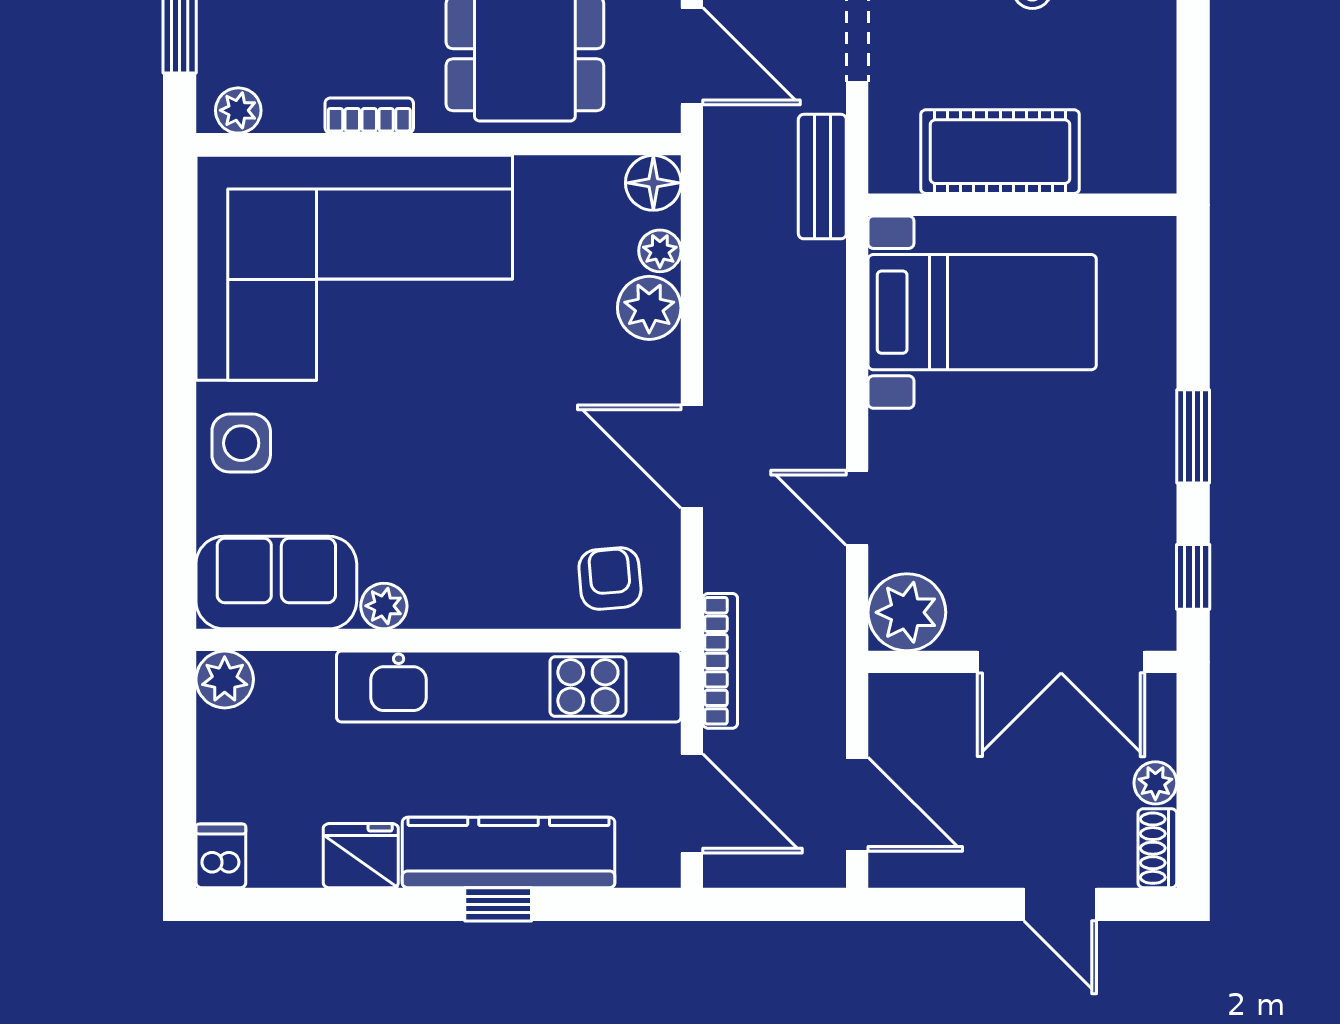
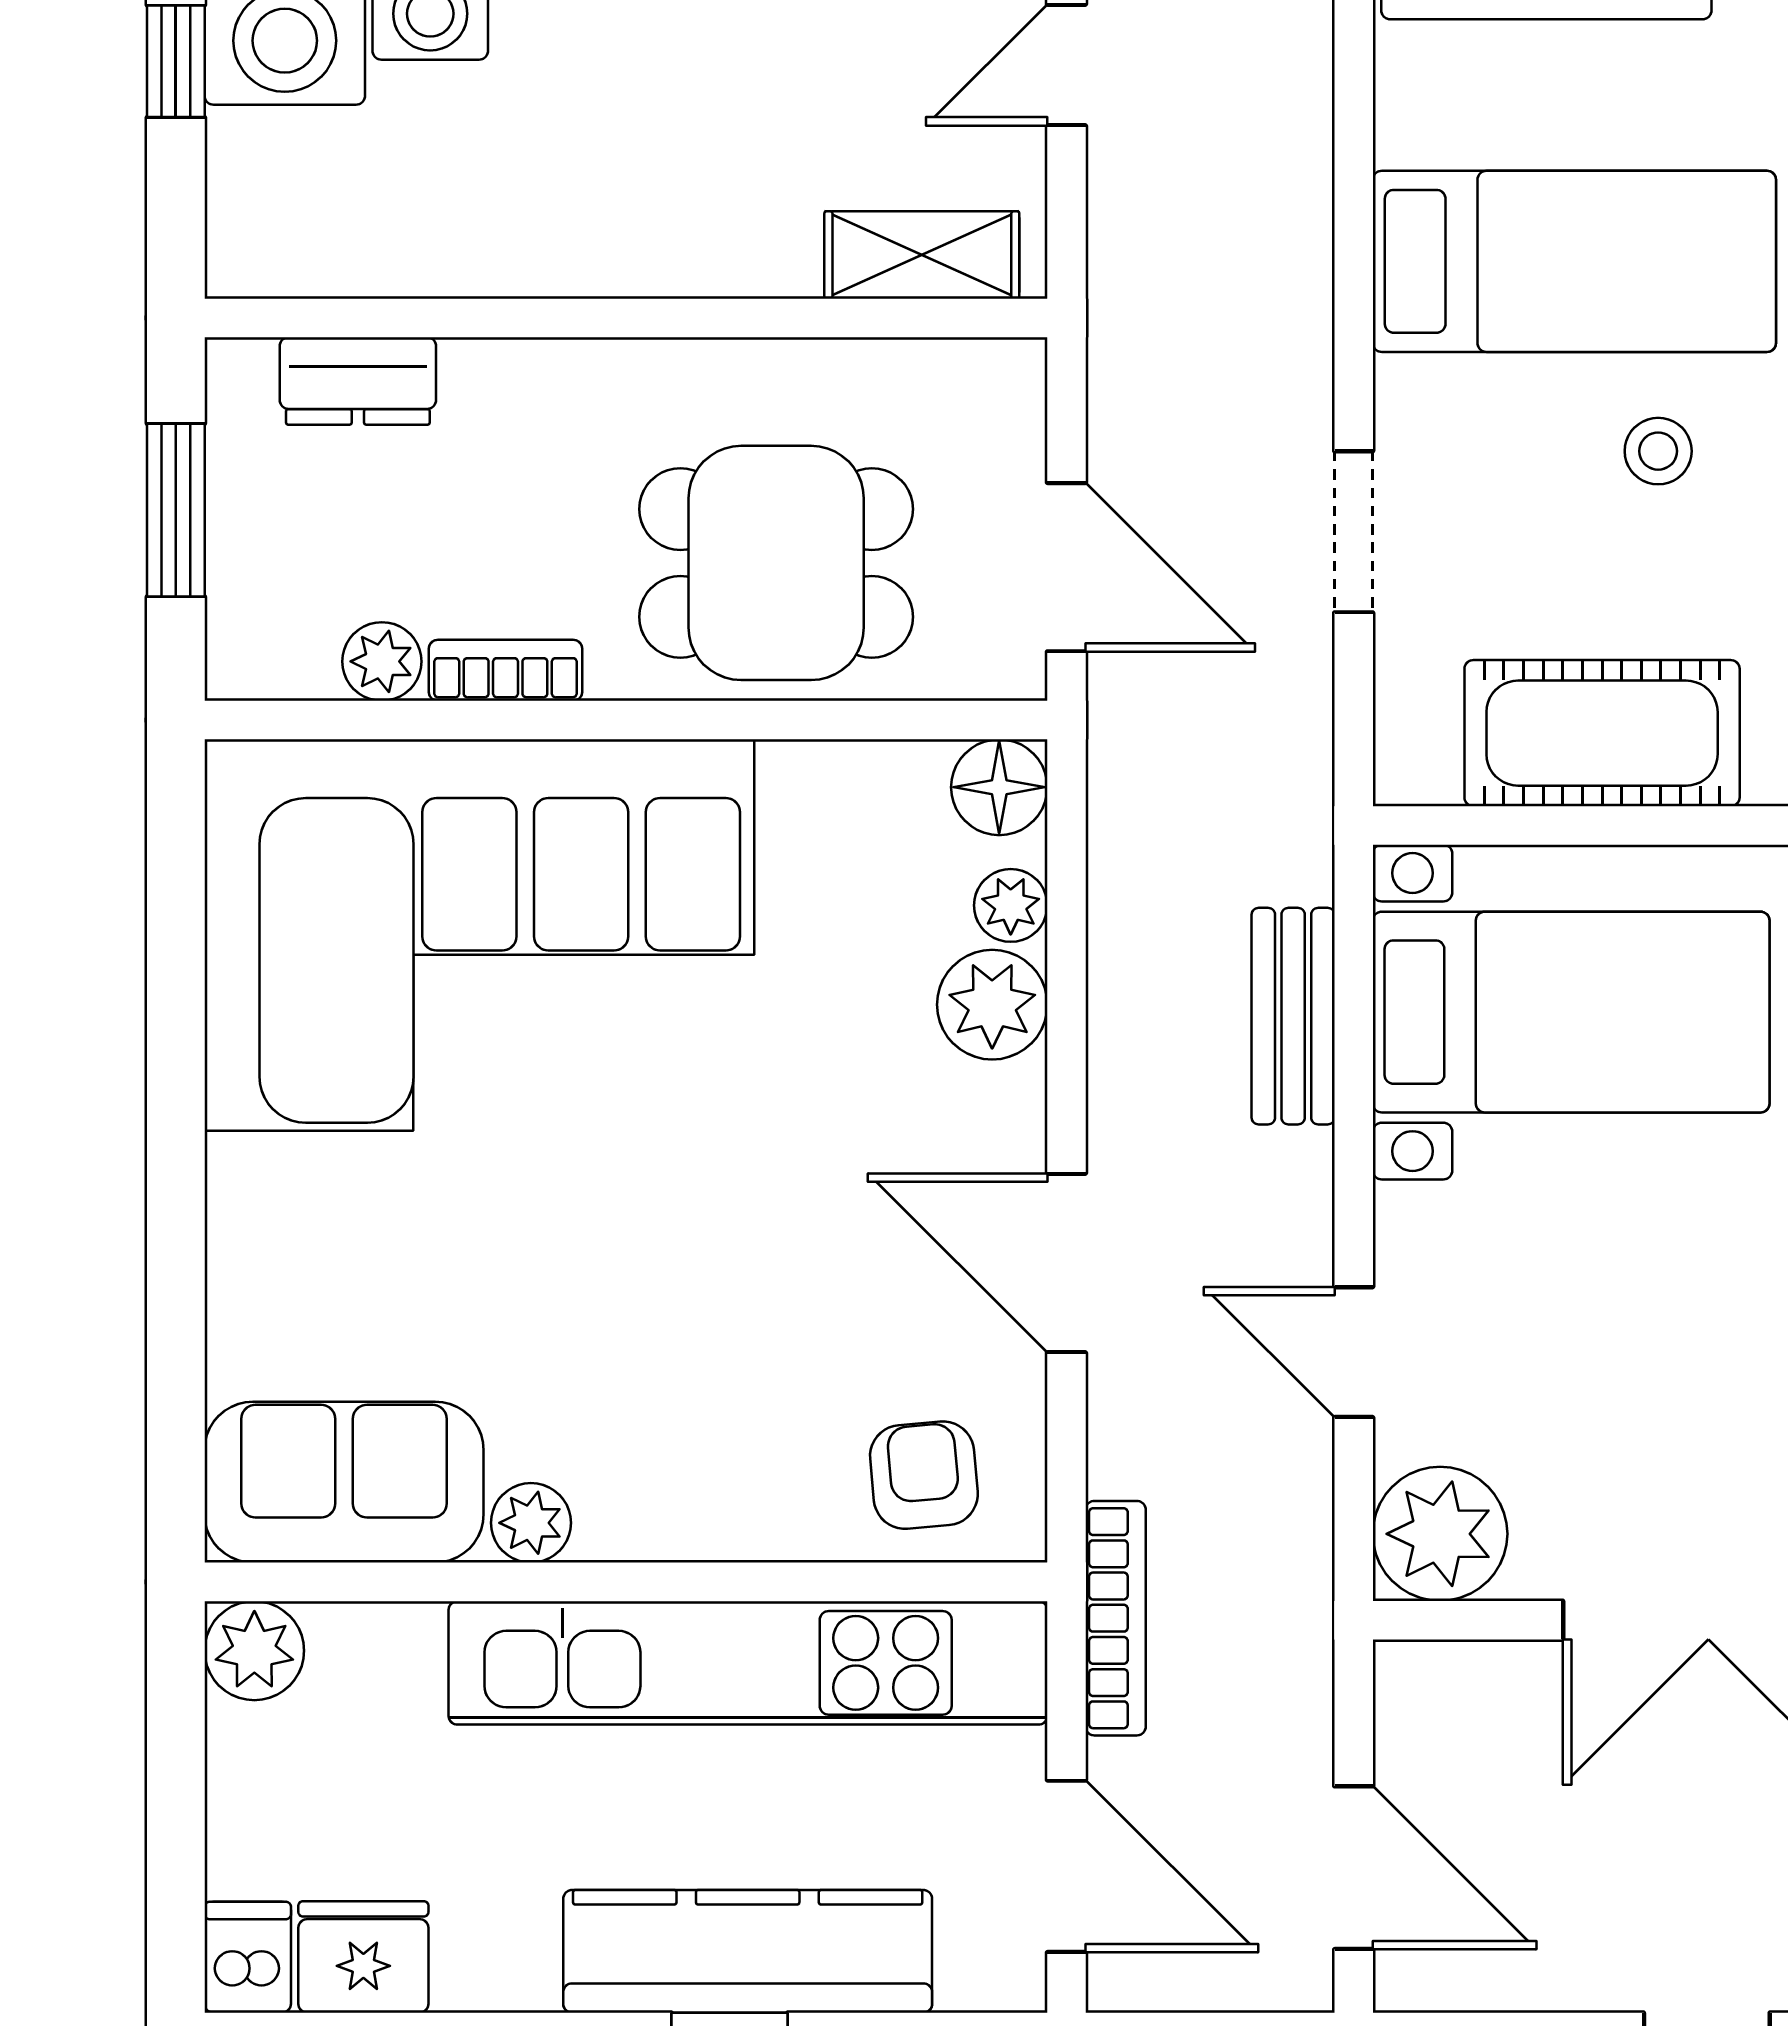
plant: (238, 110) -> (382, 661), moved
bench: (822, 177) -> (1293, 1016), moved
side table: (241, 443) -> (283, 1240), removed
fridge: (361, 856) -> (363, 1957), moved

